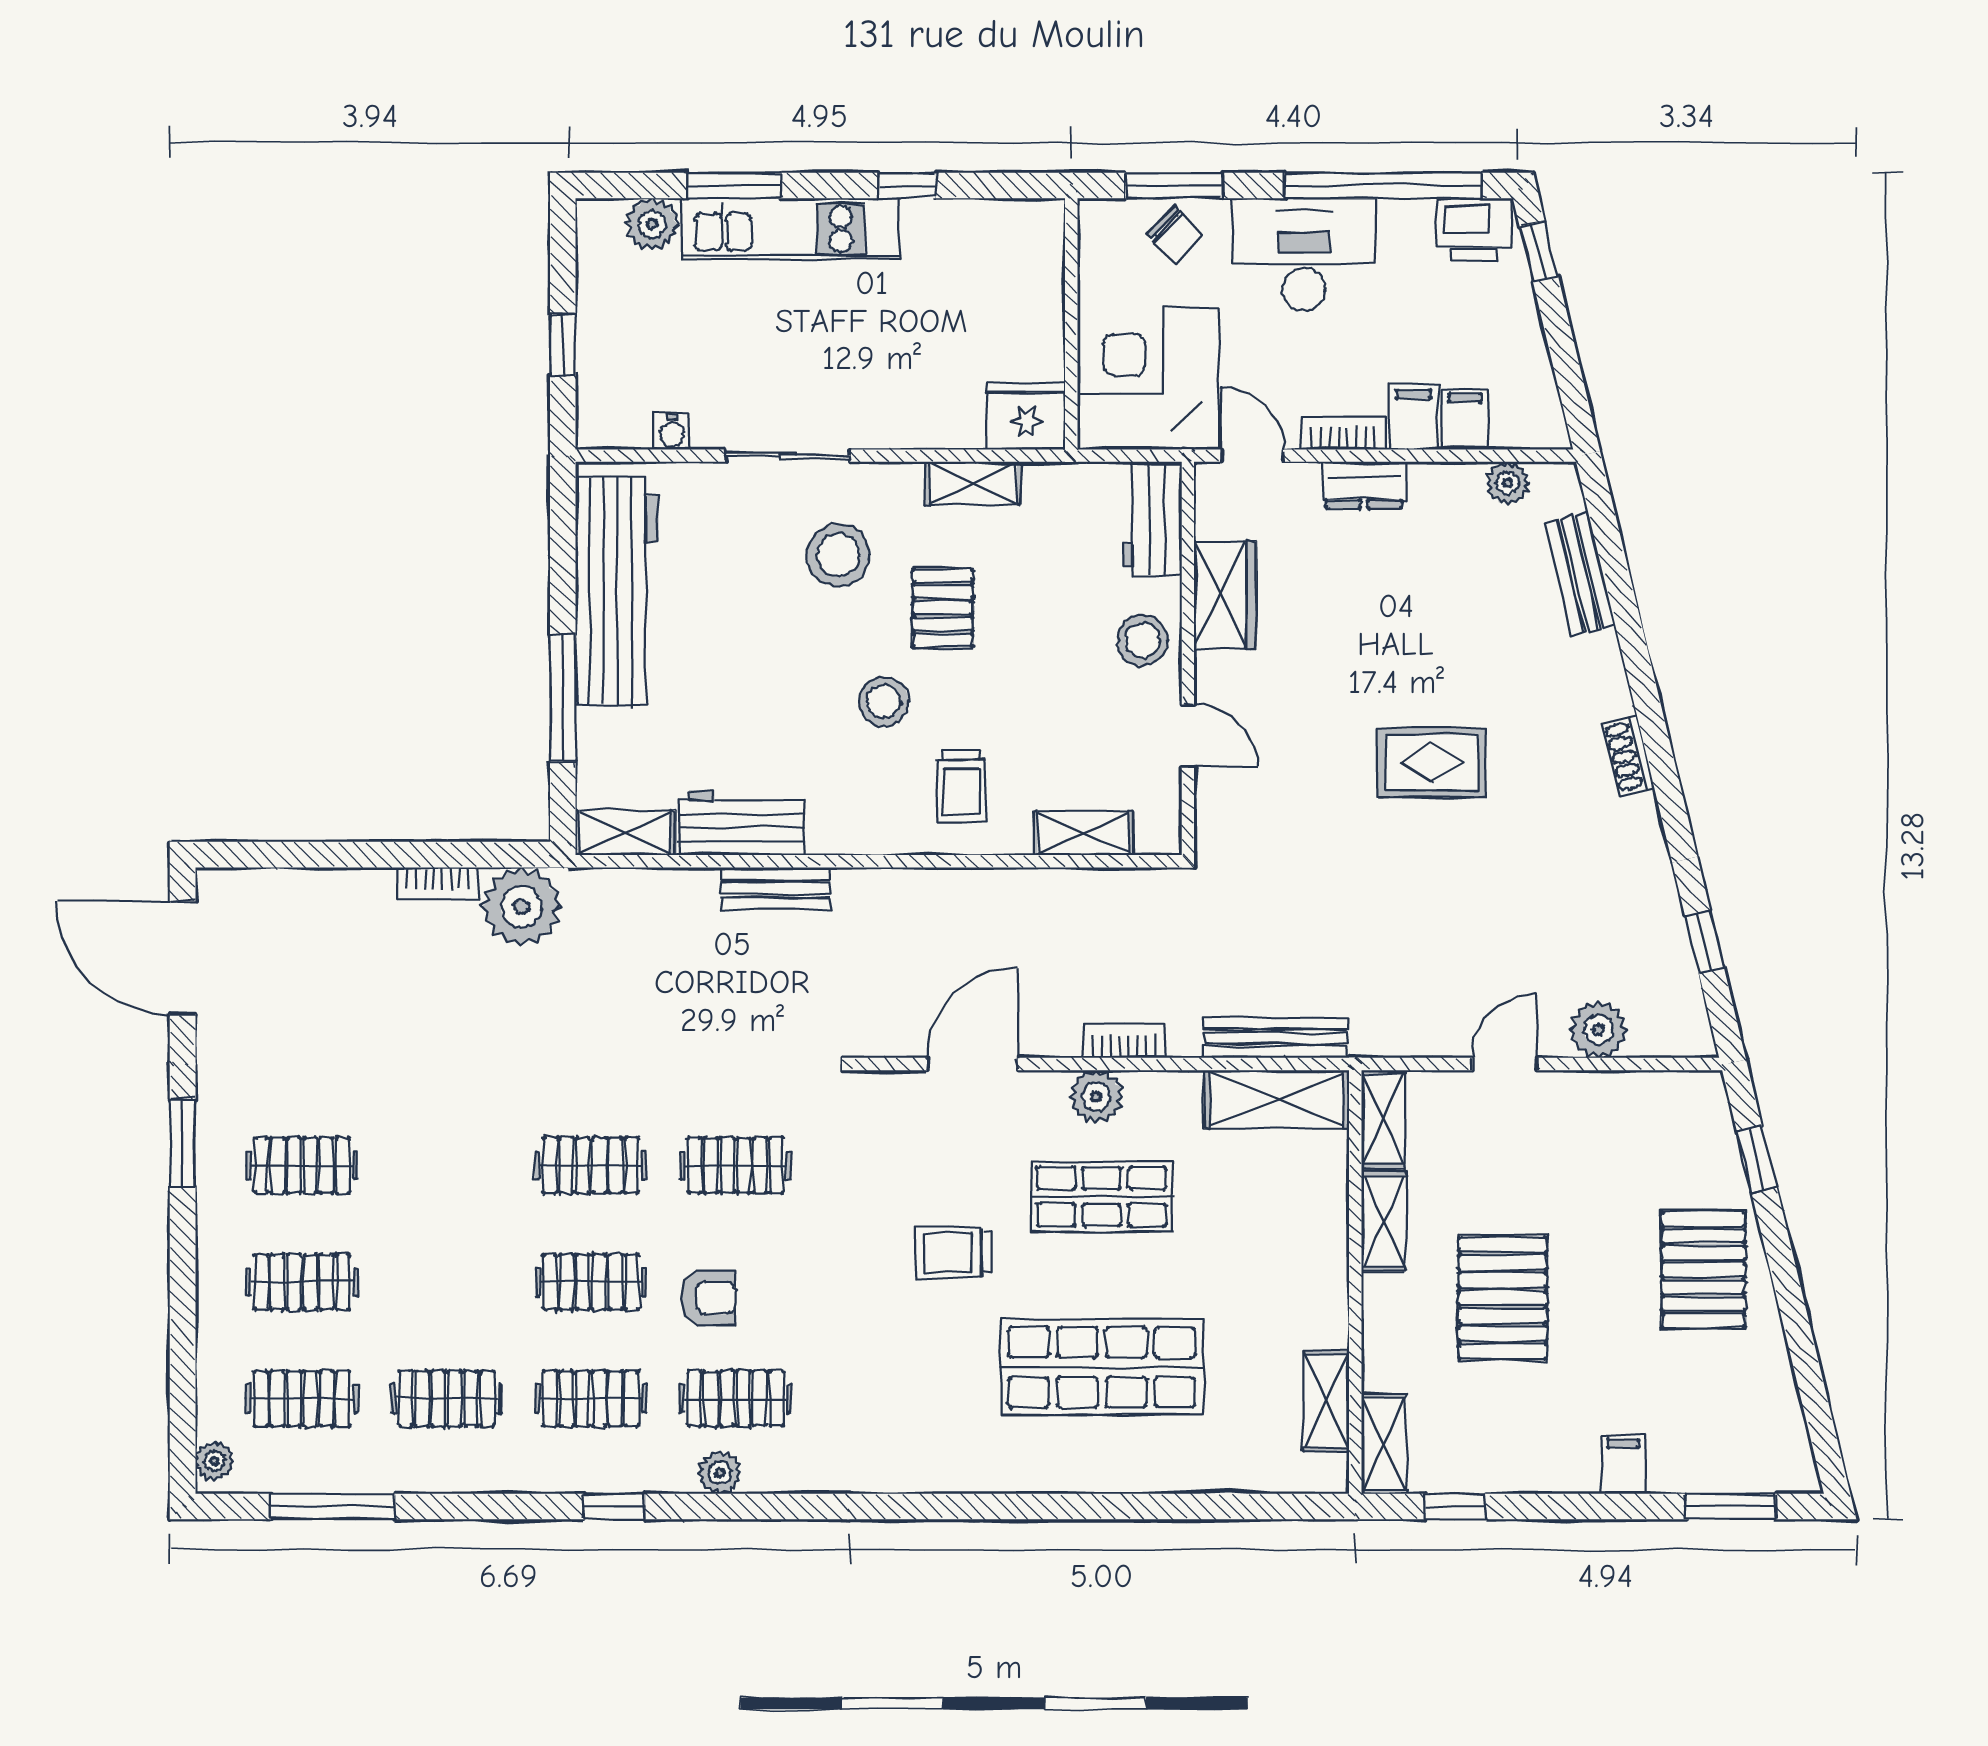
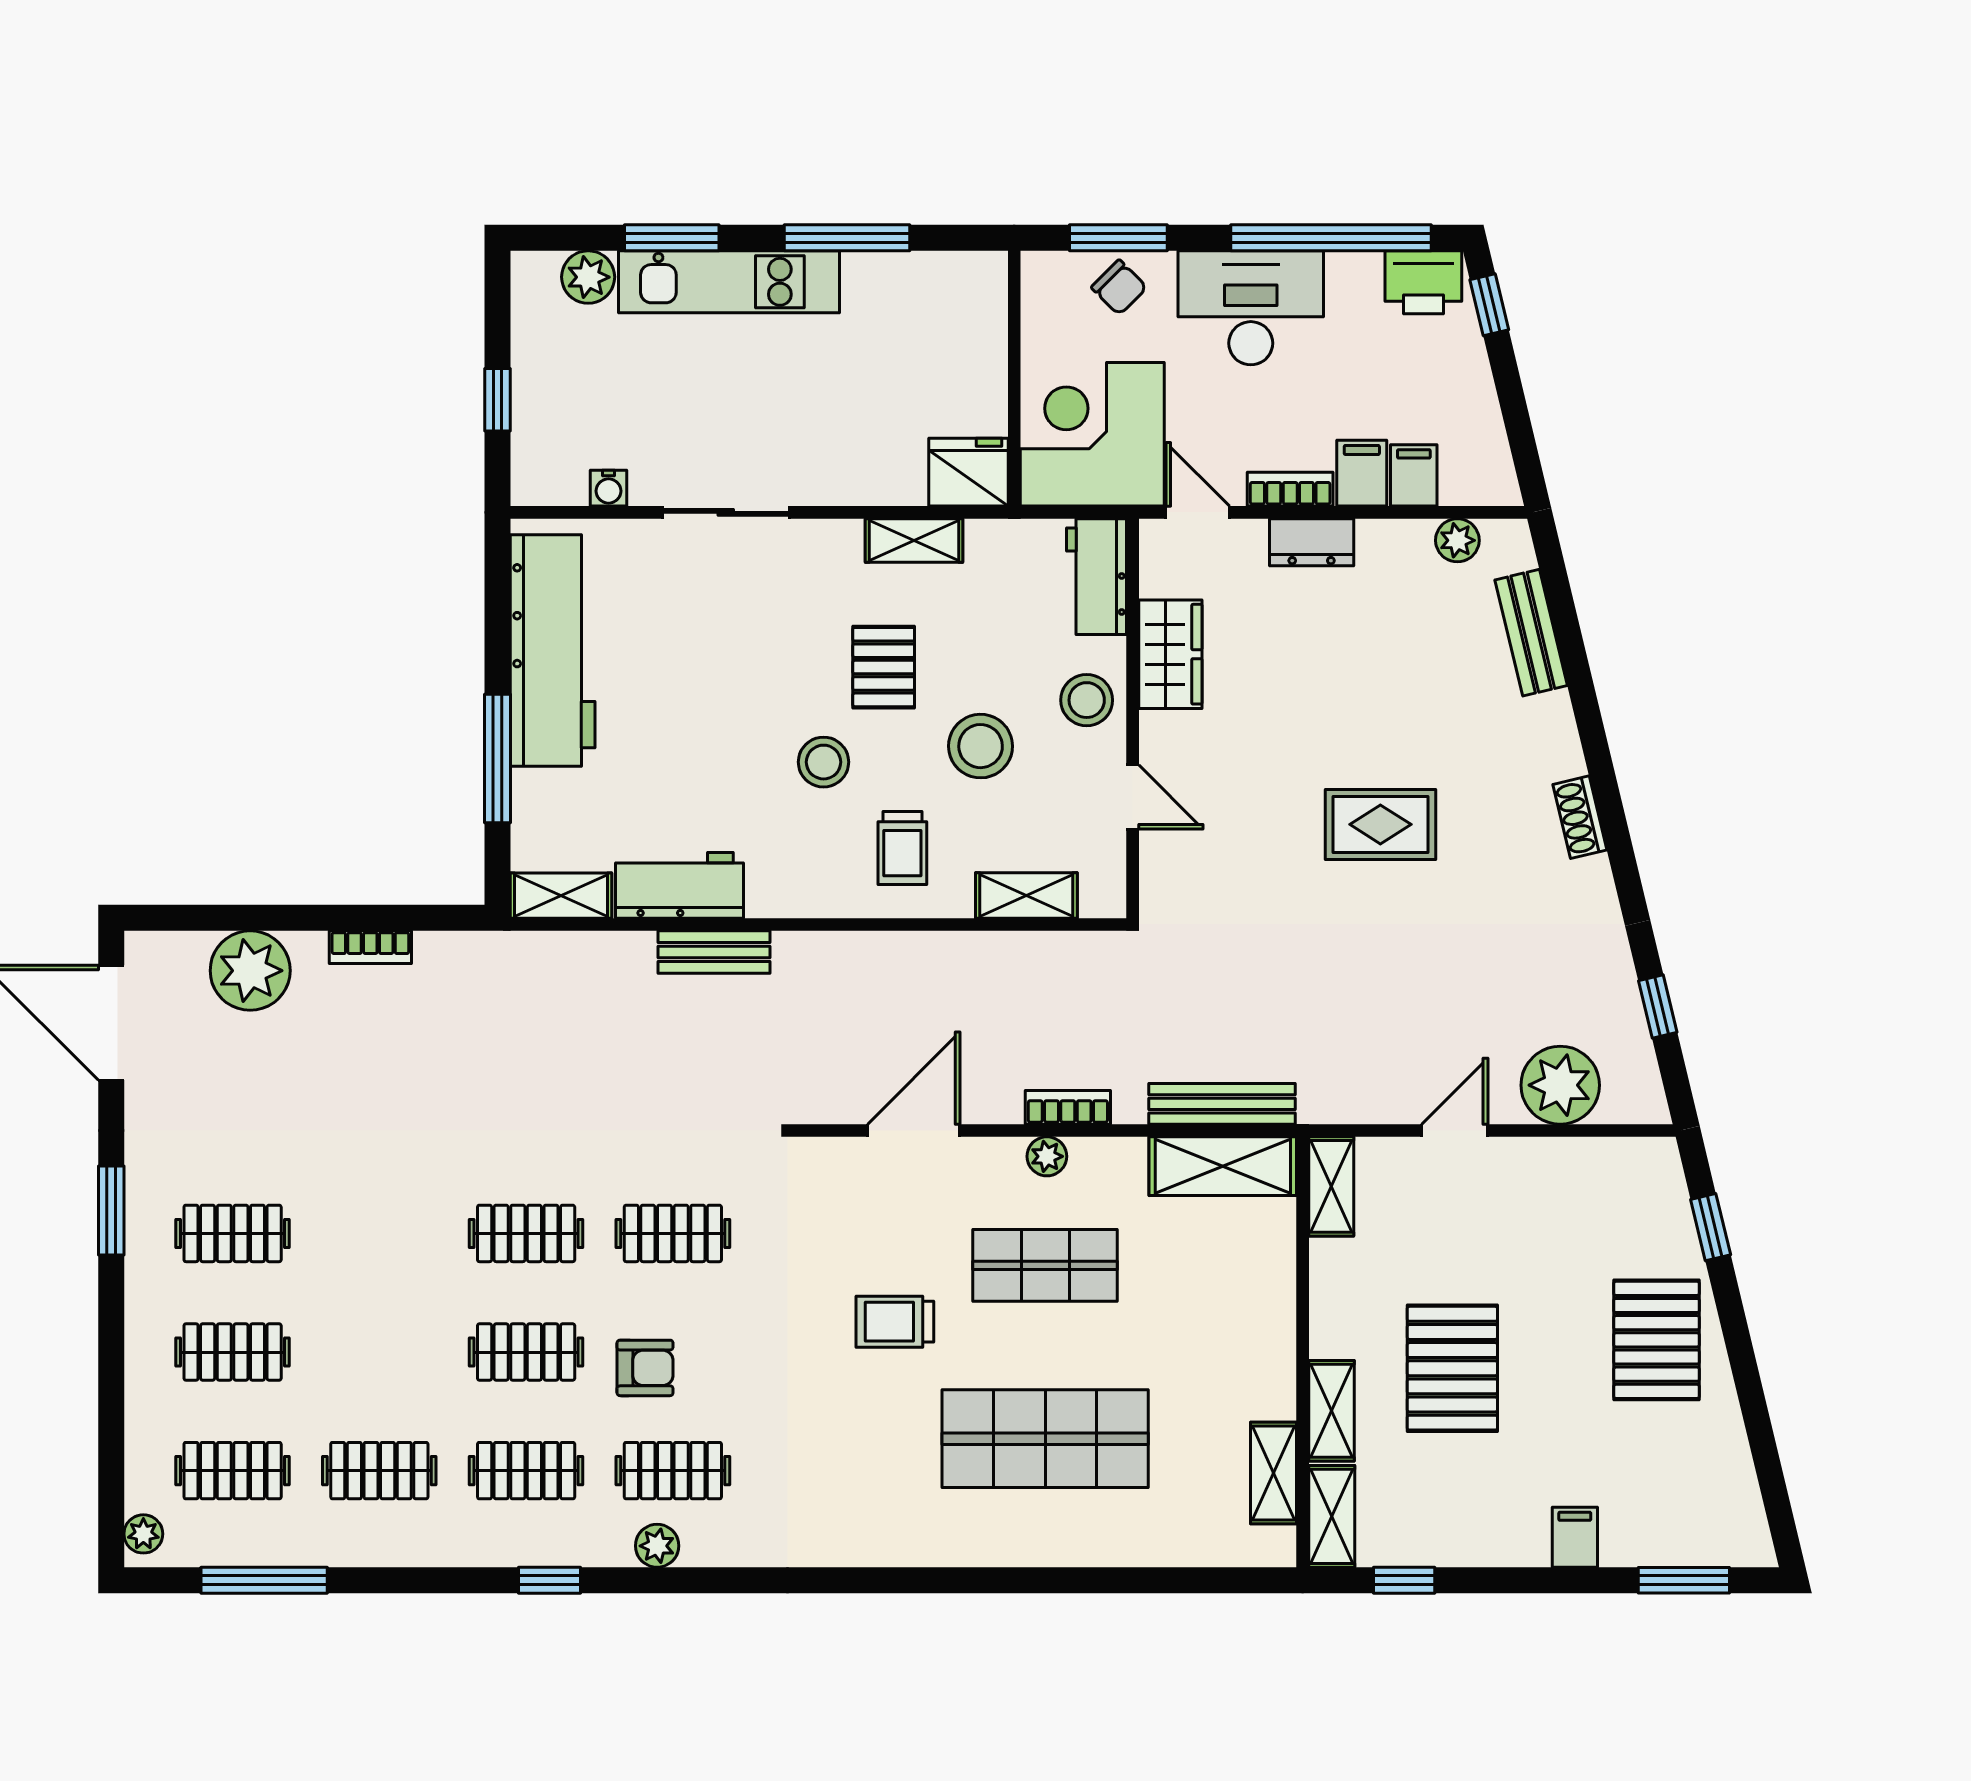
window: (907, 185) -> (847, 238), width x2.17
stool: (838, 555) -> (981, 746), moved
plant: (521, 907) -> (250, 971), moved
plant: (1598, 1030) -> (1560, 1085), width x1.36, depth x1.36
plant: (1096, 1097) -> (1047, 1156), width x0.73, depth x0.73
shelving: (1384, 1222) -> (1332, 1411), moved

